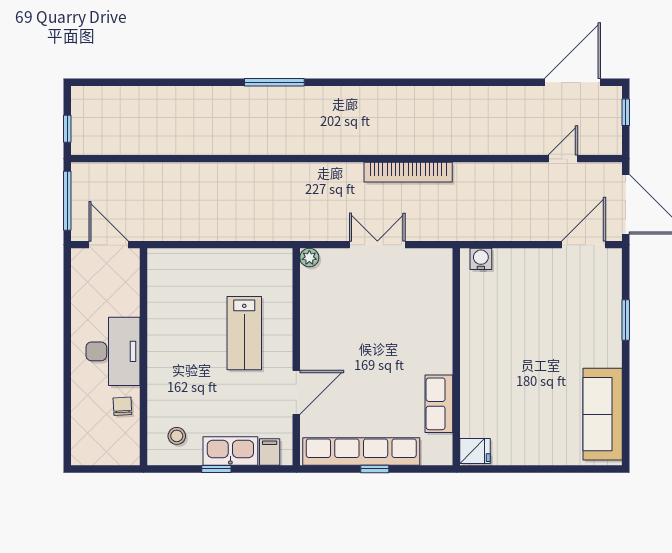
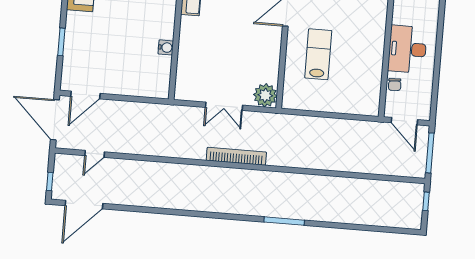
bookcase: (408, 172) -> (236, 156), moved
plant: (309, 258) -> (265, 95), width x1.88, depth x1.88
water cooler: (481, 259) -> (166, 47), moved, turned -90
chair: (122, 406) -> (395, 85), moved

